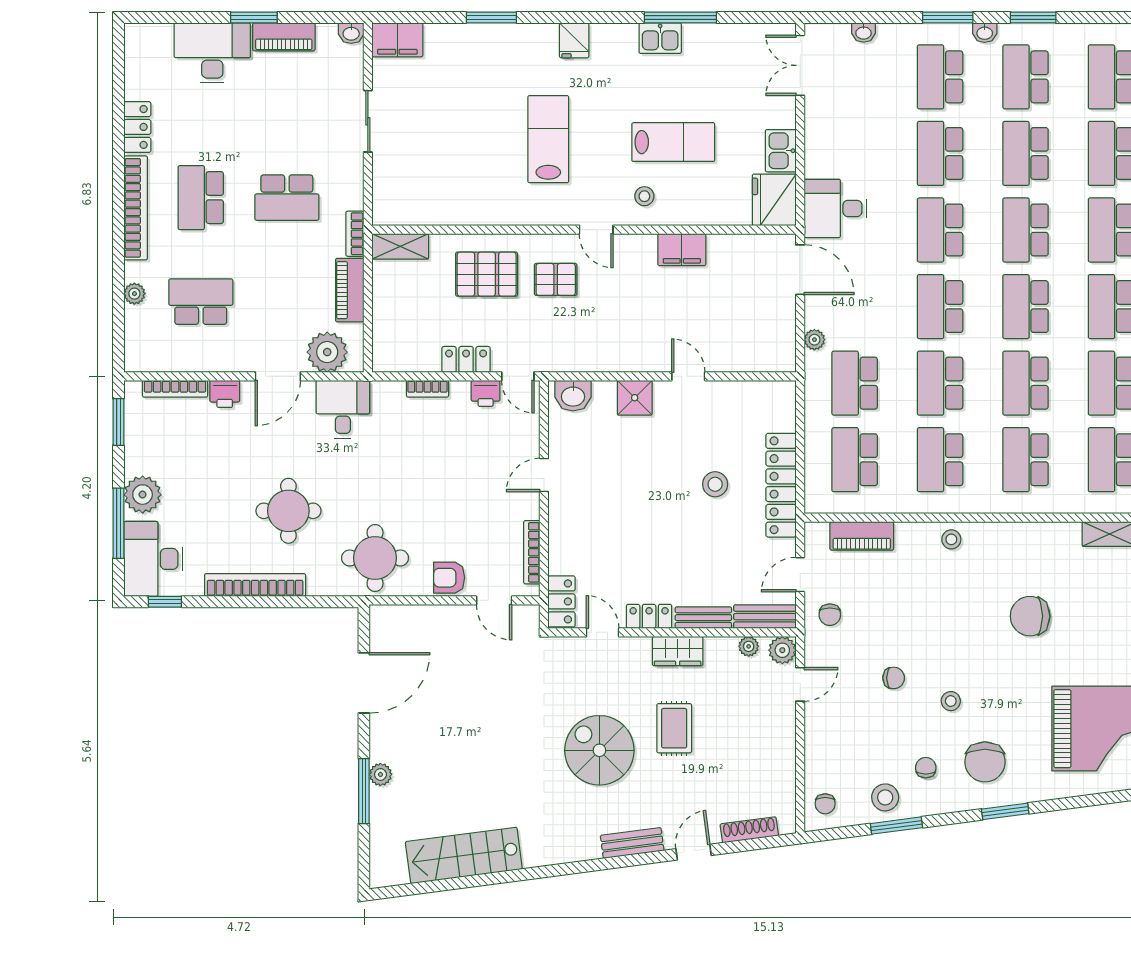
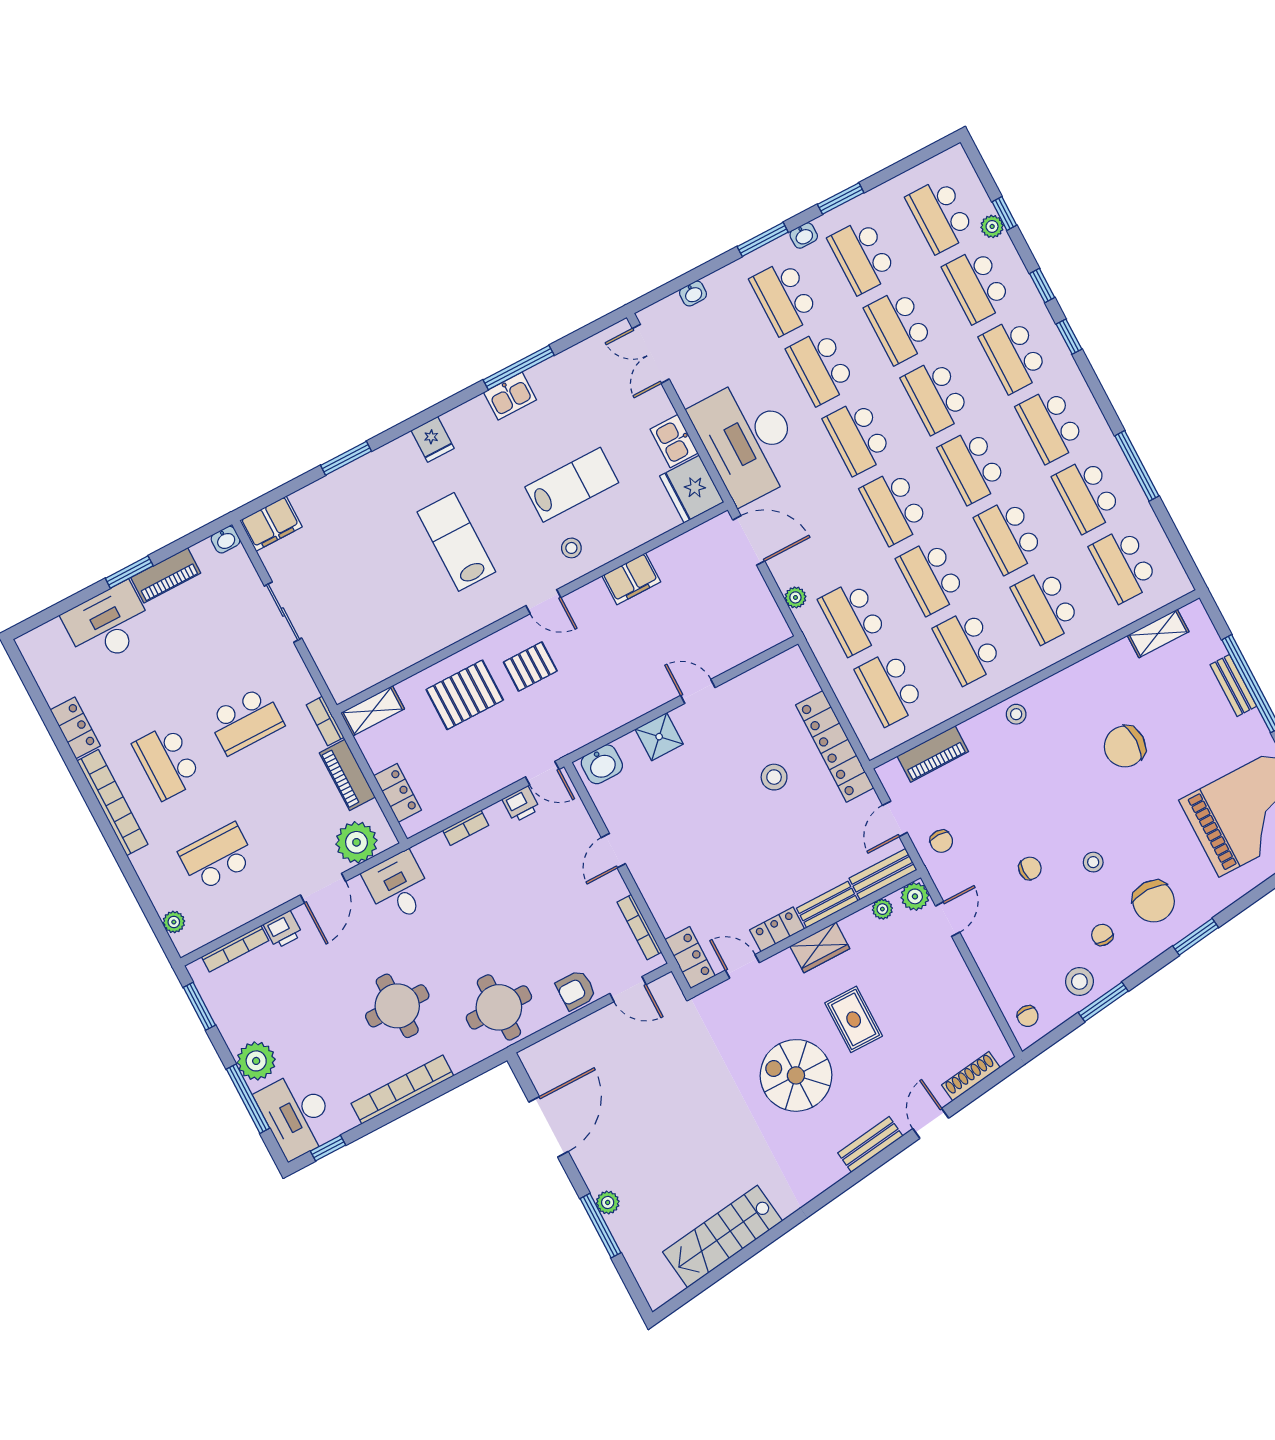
desk: (835, 208) -> (748, 440), width x1.87, depth x1.30
plant: (134, 294) -> (174, 922), moved
locker: (466, 359) -> (398, 793), moved, turned 90

